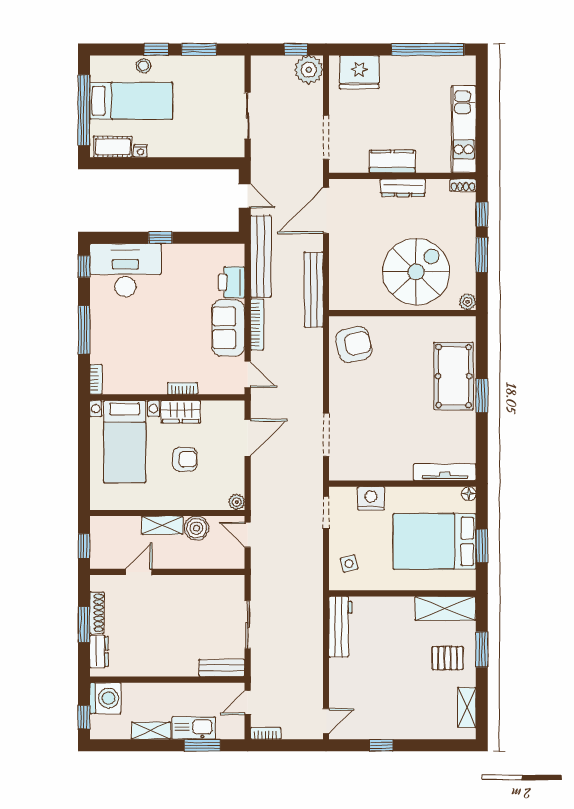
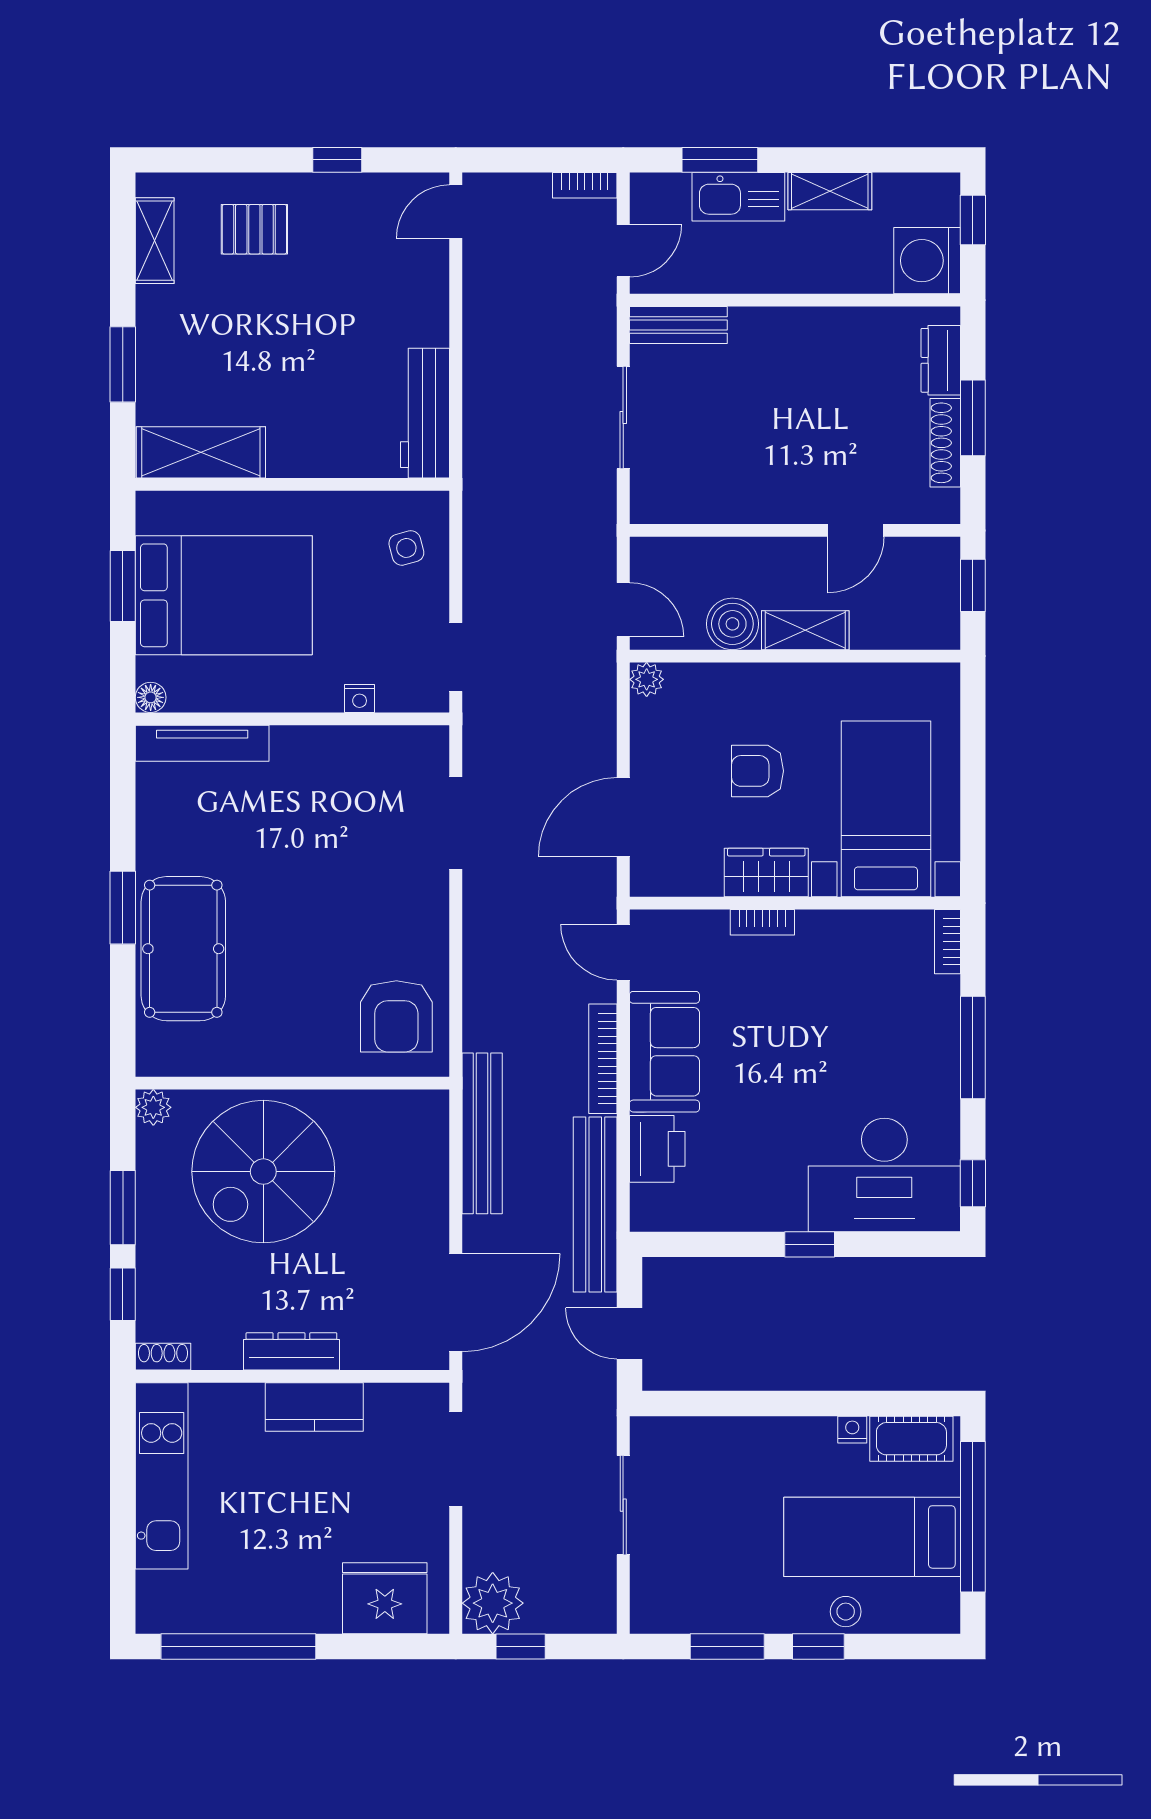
armchair: (354, 344) -> (396, 1016), turned -77
nightstand: (371, 498) -> (360, 698), width x0.53, depth x0.56
pallet: (448, 658) -> (254, 229), moved

